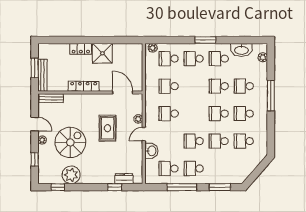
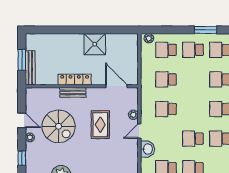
locker: (81, 49) -> (72, 39), removed
bench: (51, 98) -> (73, 92), moved
spiral stairs: (70, 142) -> (59, 126), moved, turned 90

